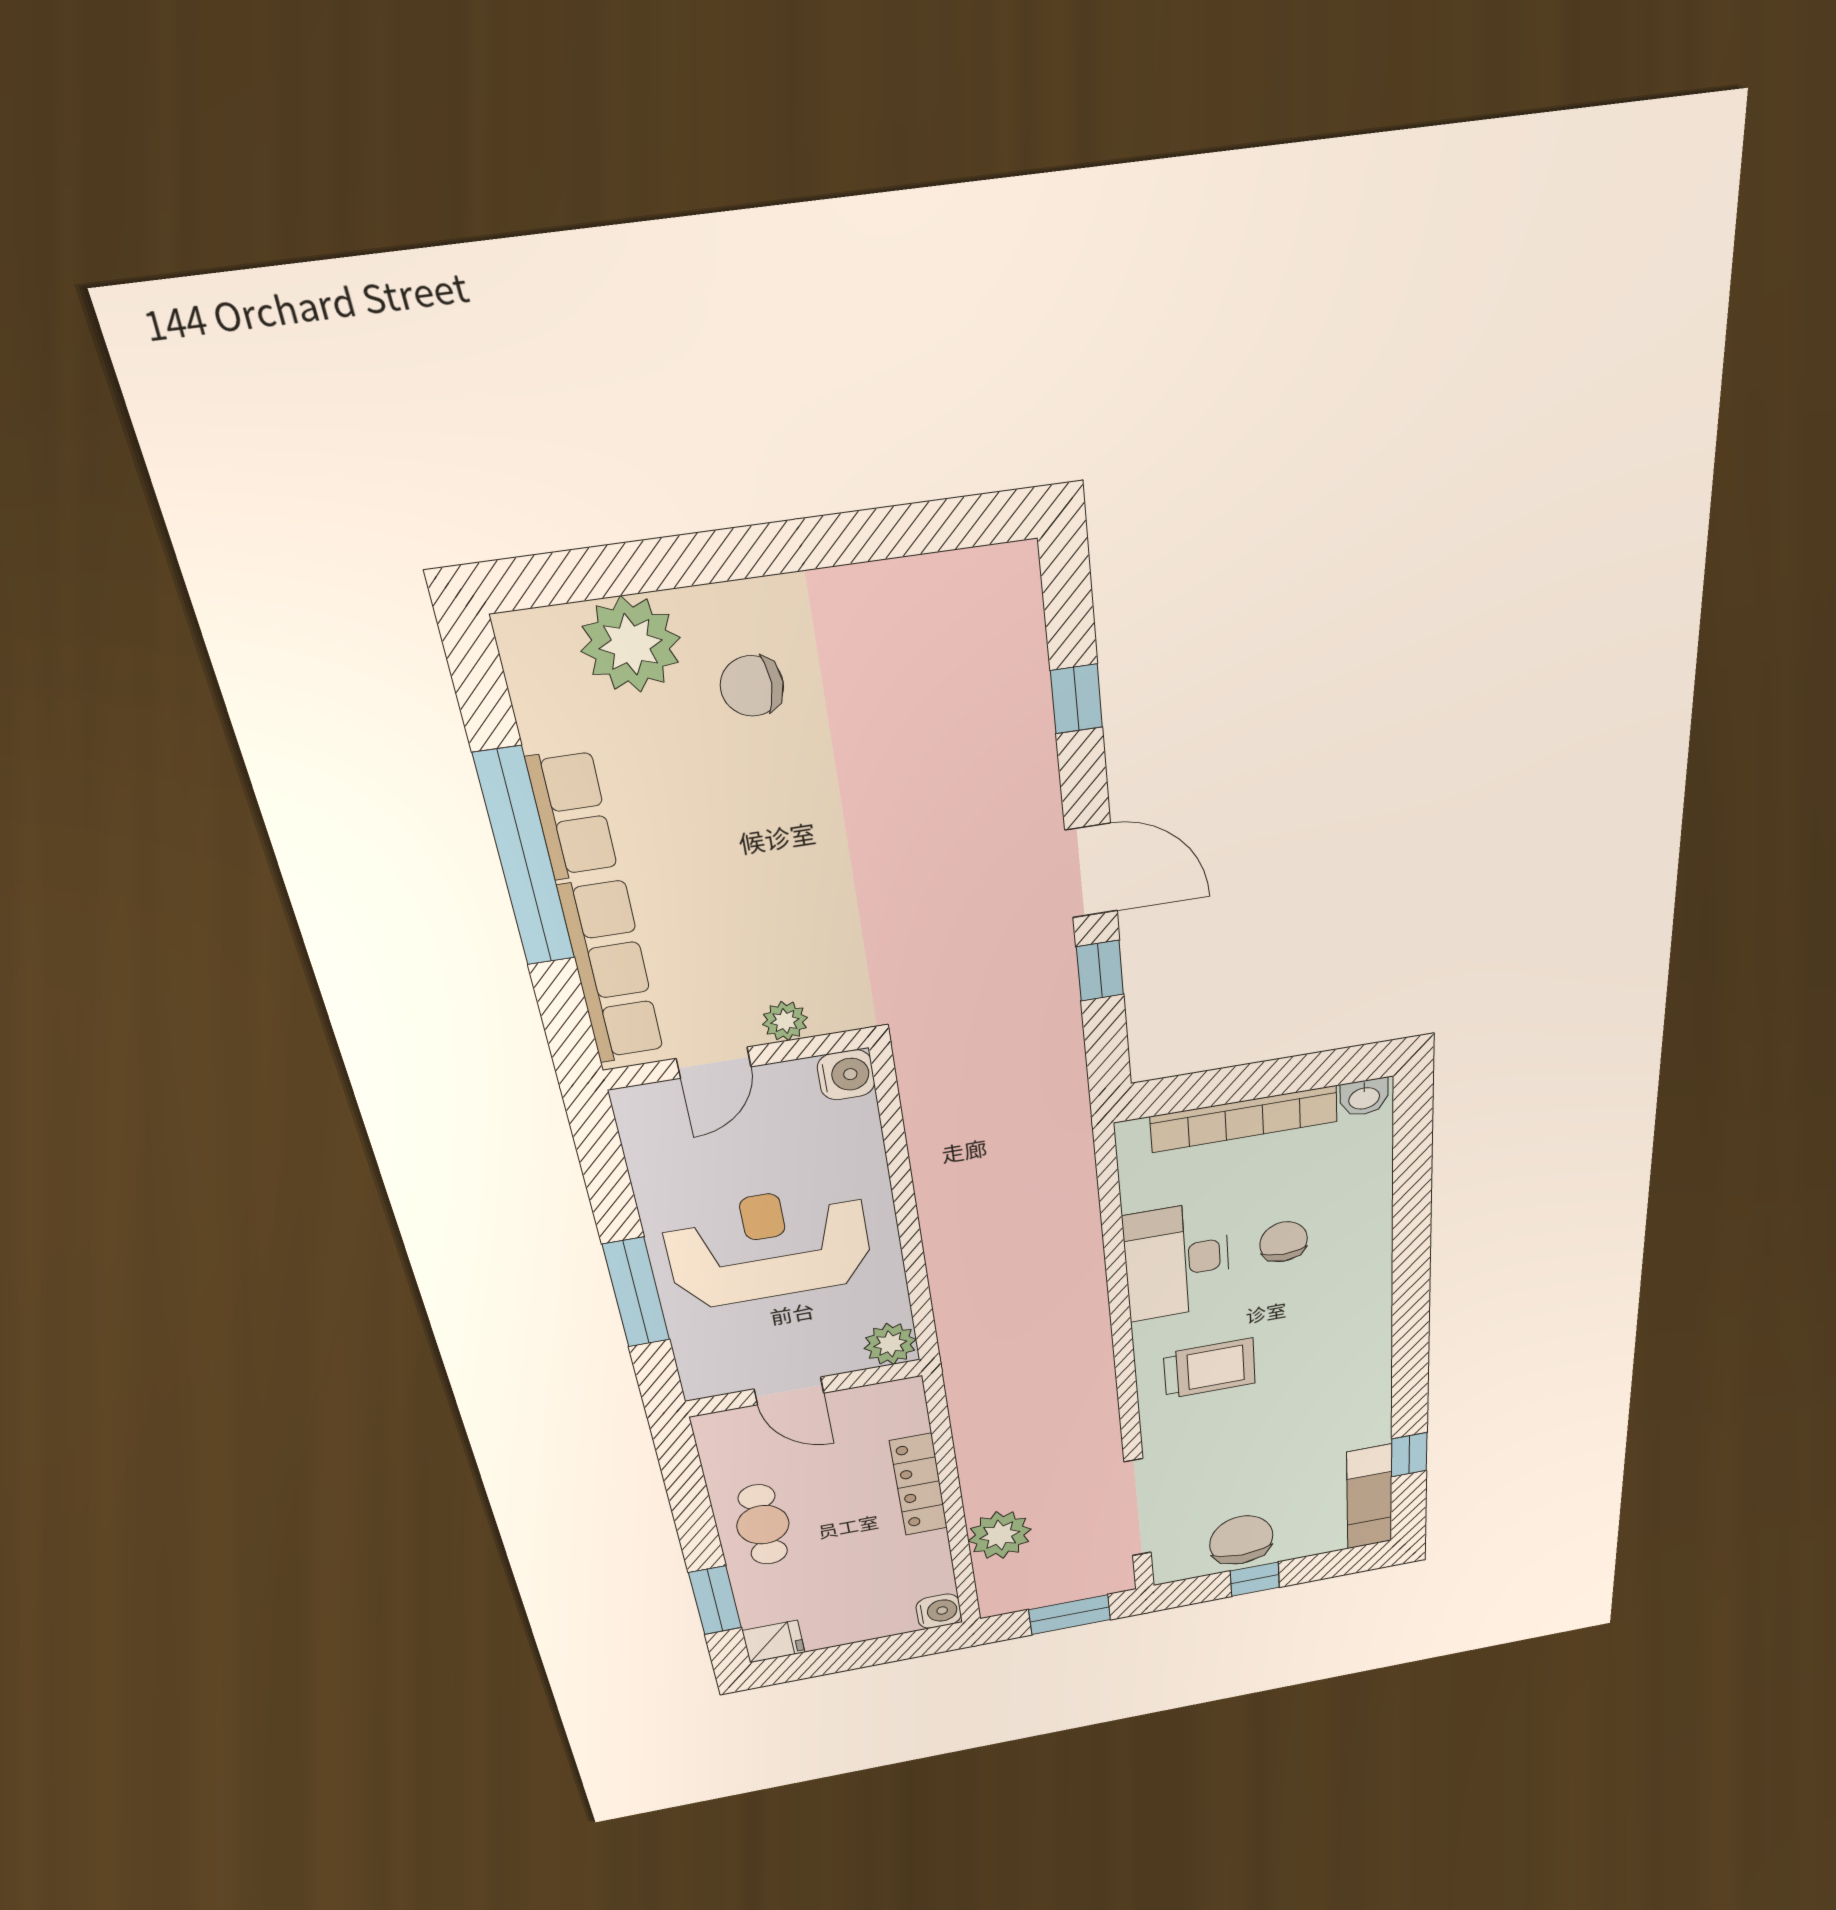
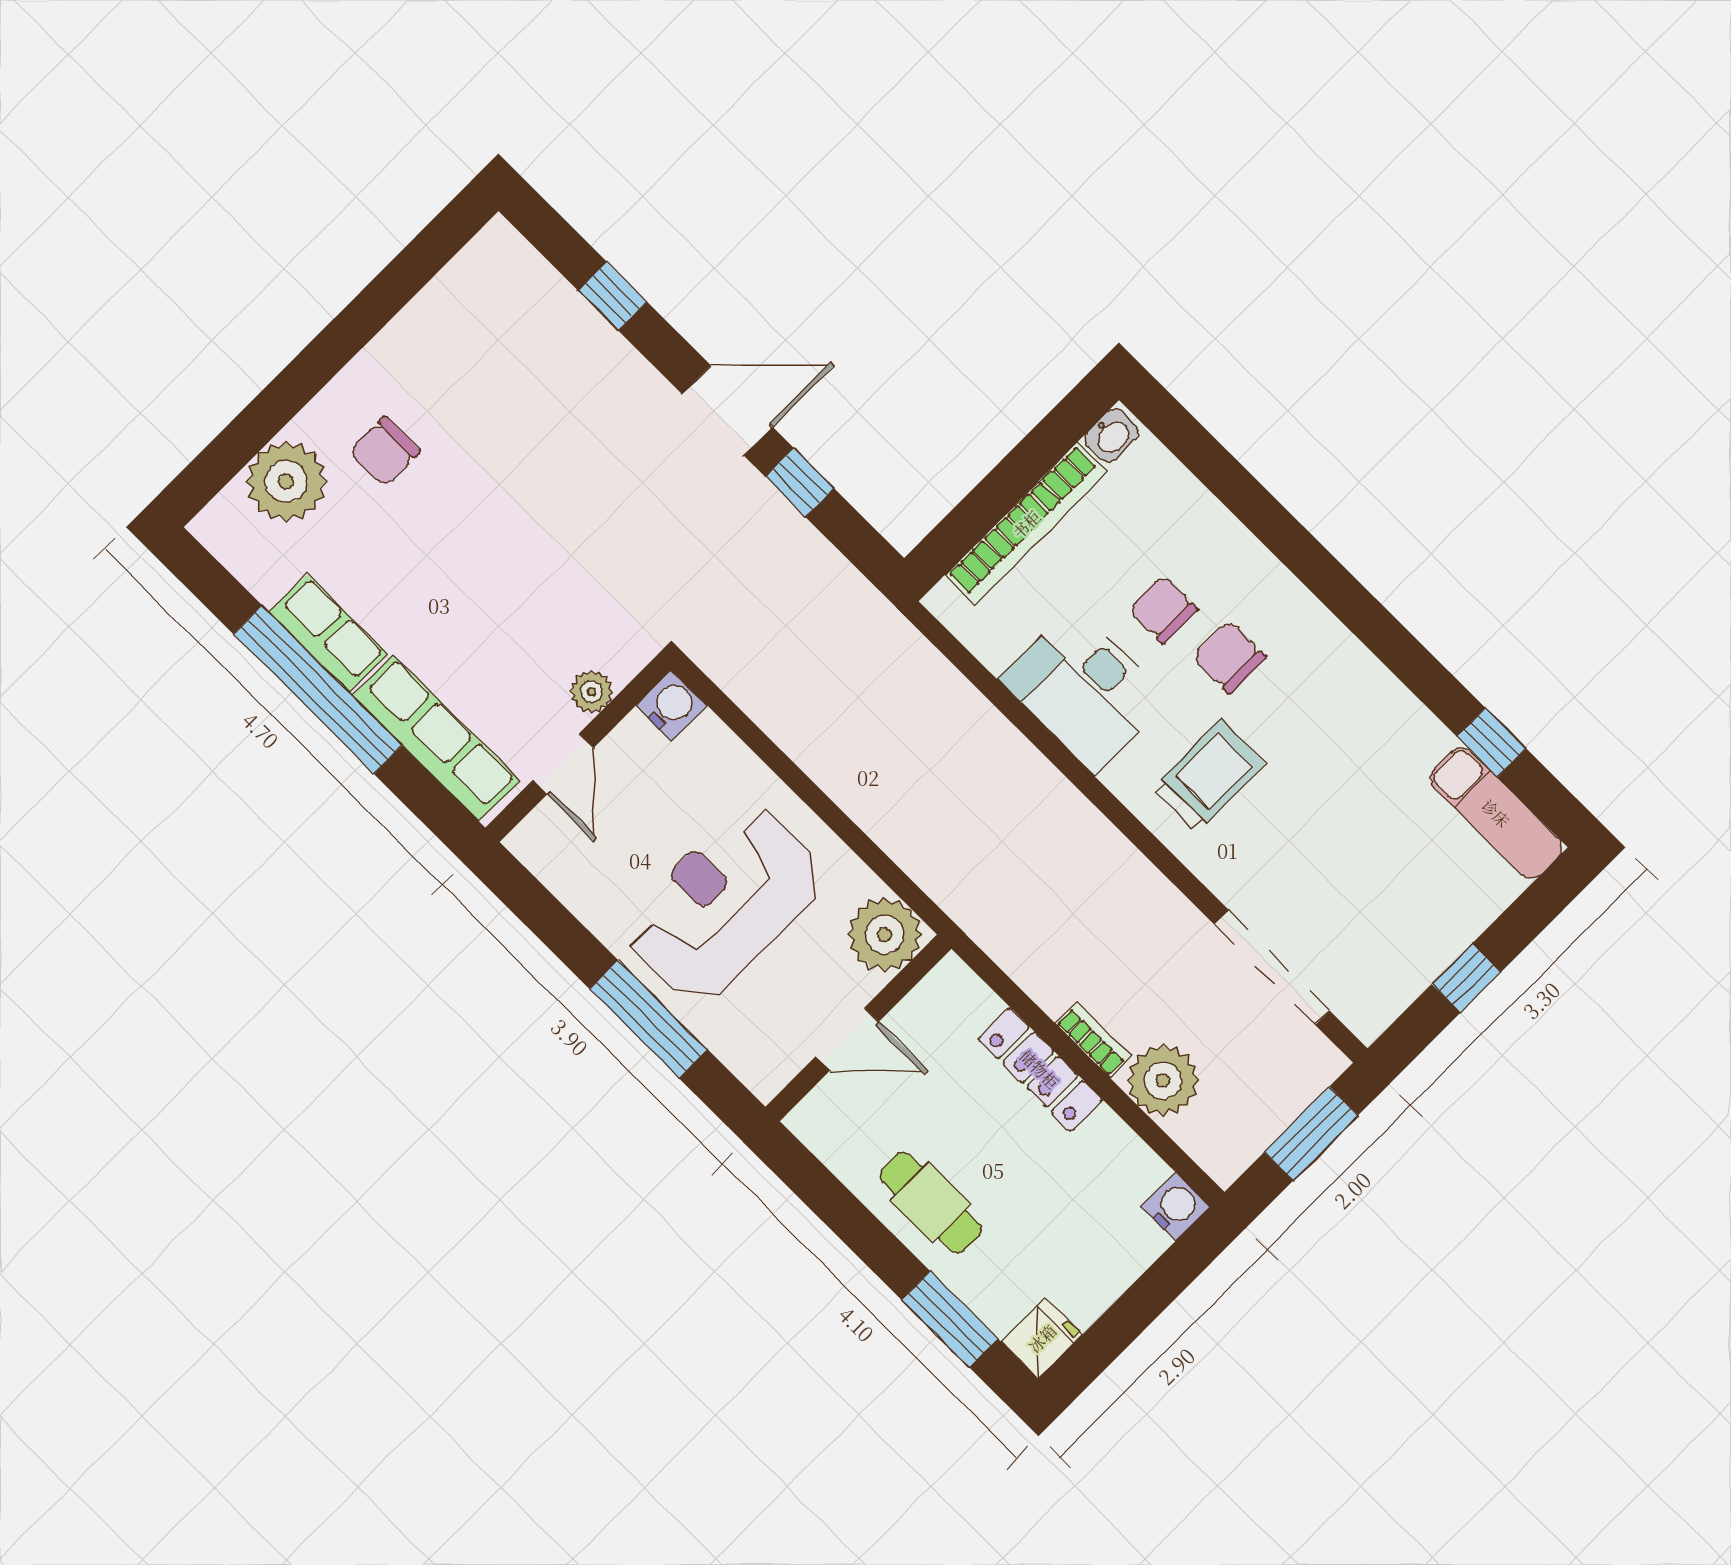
plant: (890, 1344) -> (885, 935), width x1.36, depth x1.36
bookcase: (974, 1486) -> (1093, 1040), added
chair: (1241, 1540) -> (1229, 657), moved, width x0.73, depth x0.73

